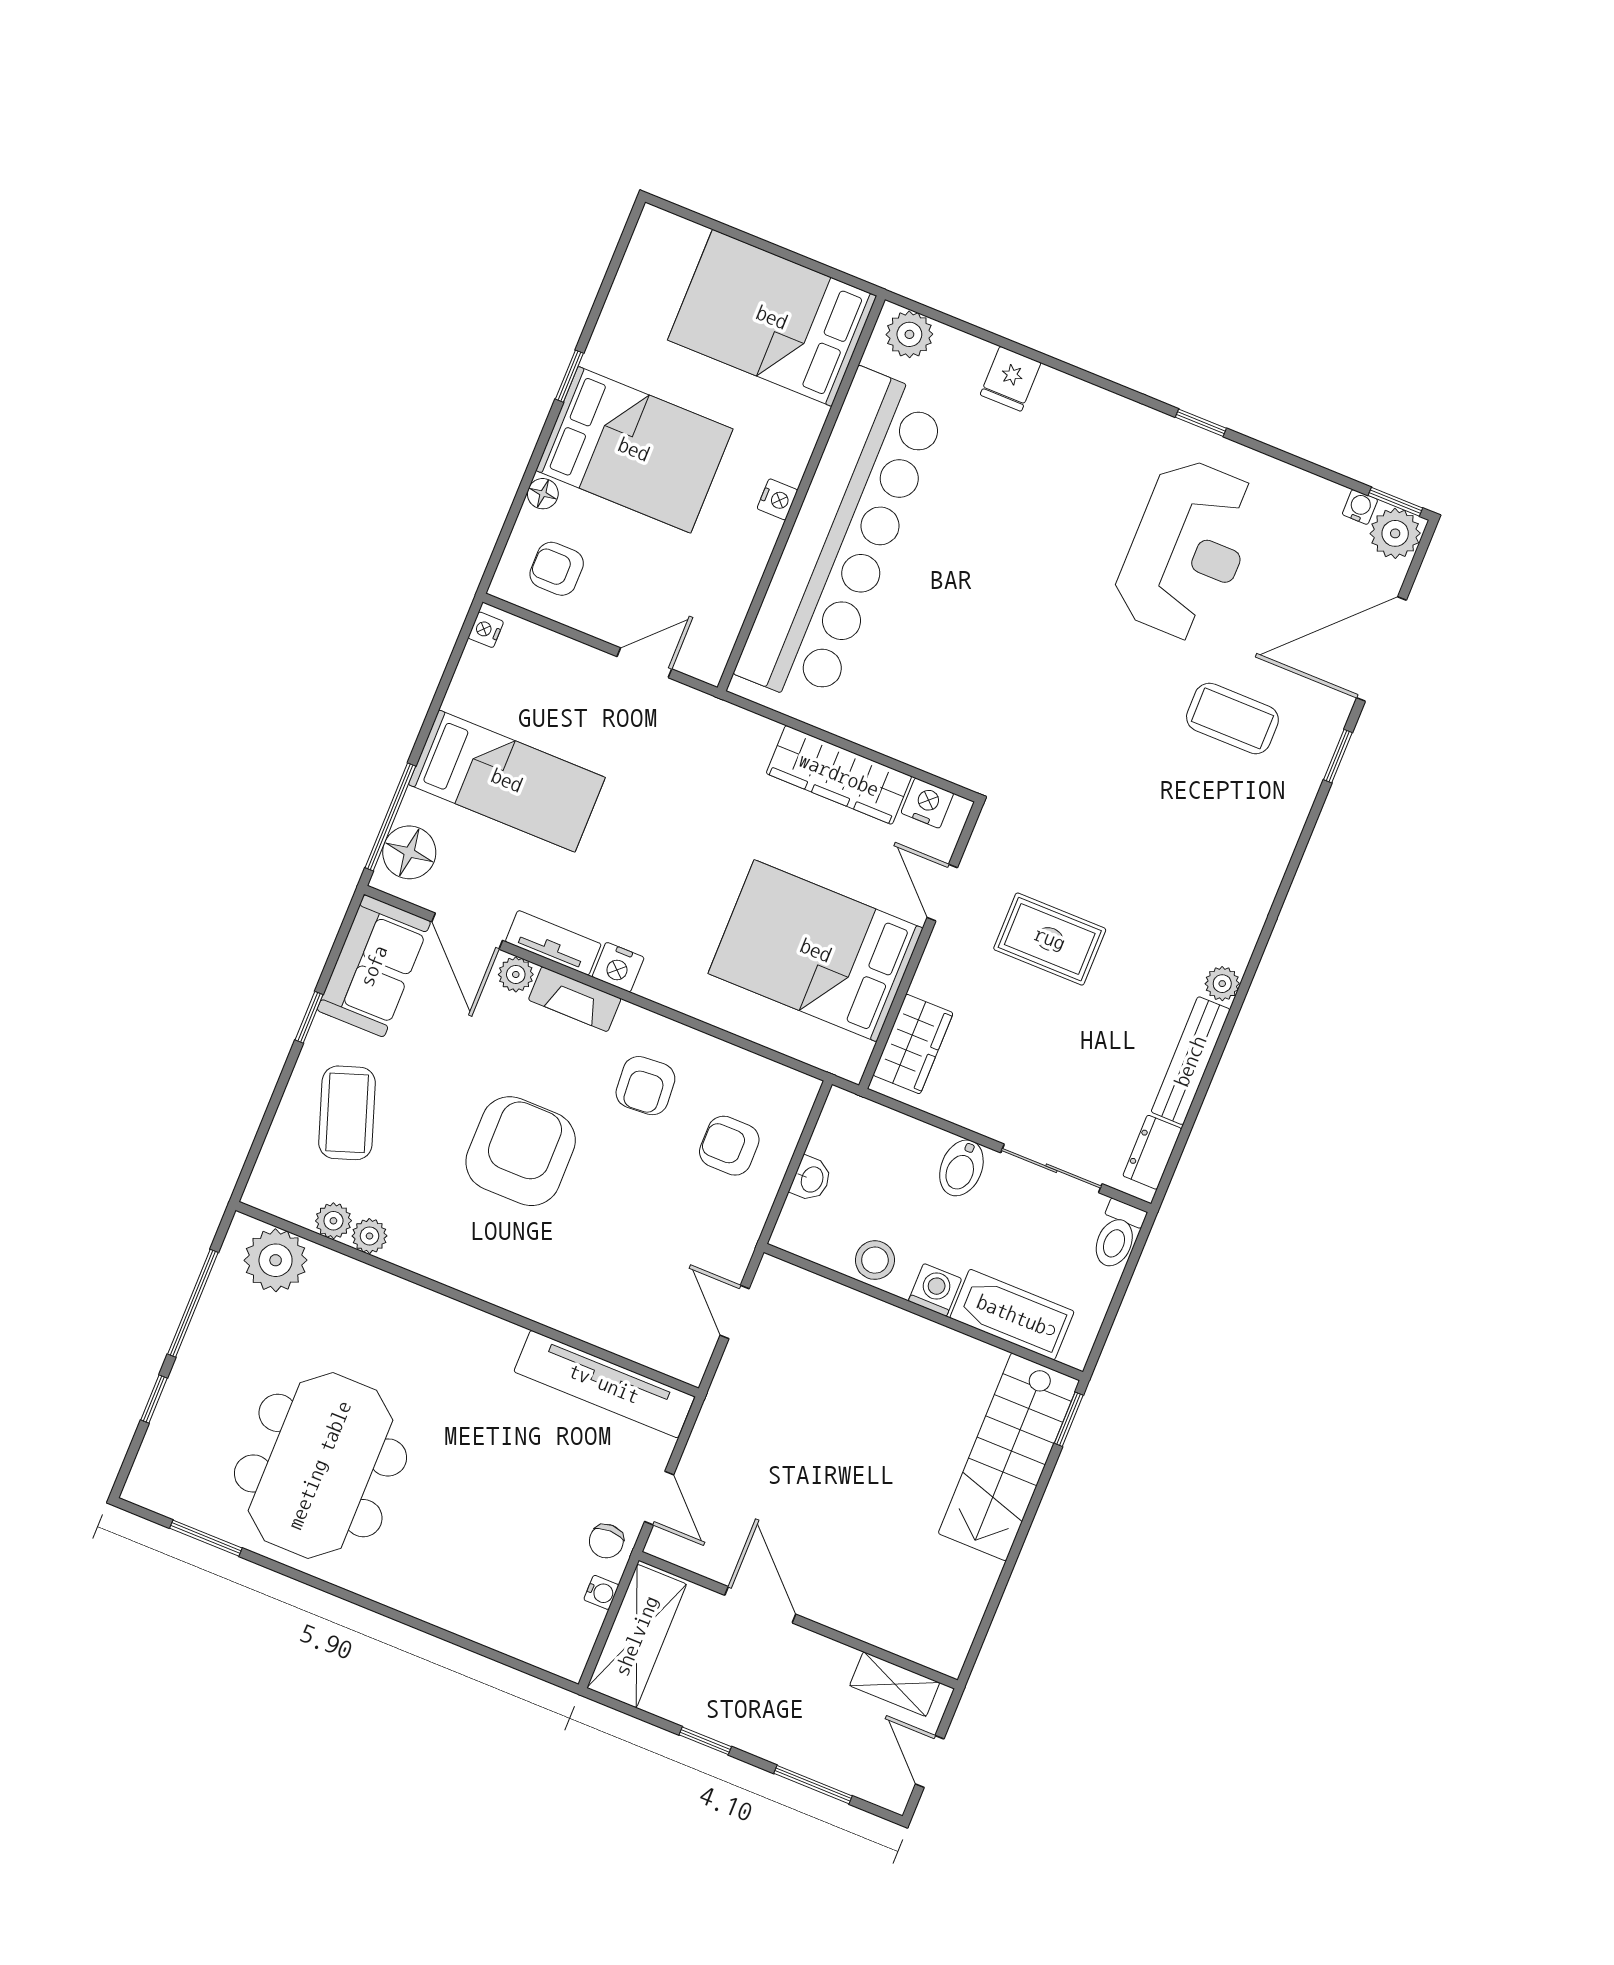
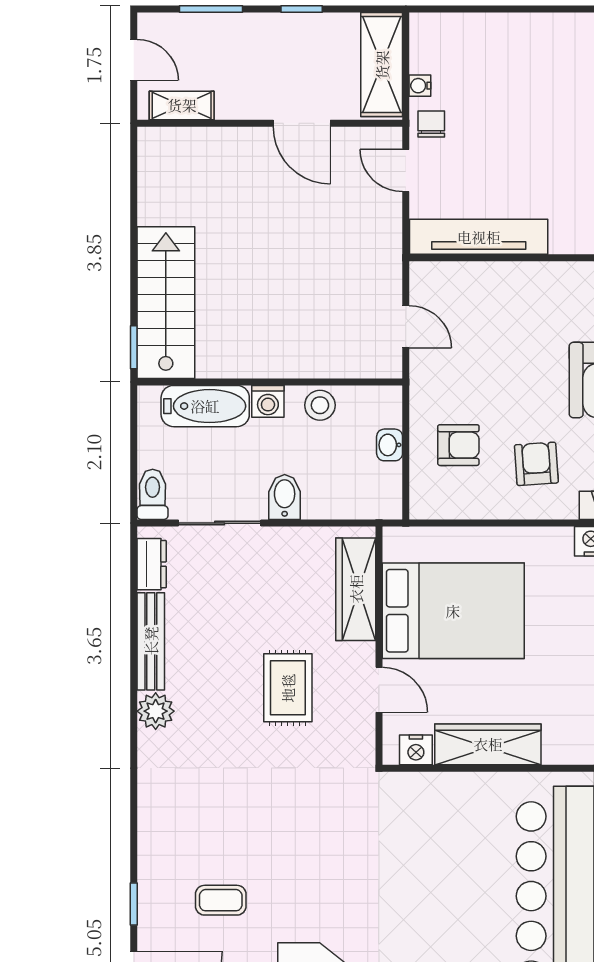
coffee table: (1232, 718) -> (221, 900), width x0.73, depth x0.77
rug: (1050, 939) -> (288, 688), turned 90
plant: (1222, 984) -> (156, 711), width x1.38, depth x1.38
wardrobe: (913, 1044) -> (356, 589), width x1.50

